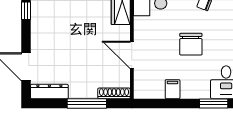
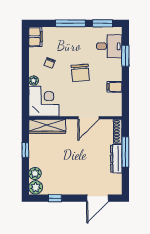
chair: (191, 44) -> (80, 73), turned 85
dresser: (49, 91) -> (116, 159), moved

